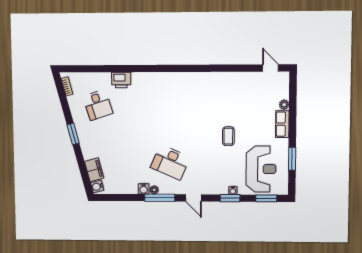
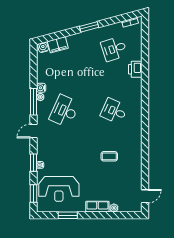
desk: (170, 105) -> (114, 111), added
coffee table: (228, 136) -> (109, 156), moved

